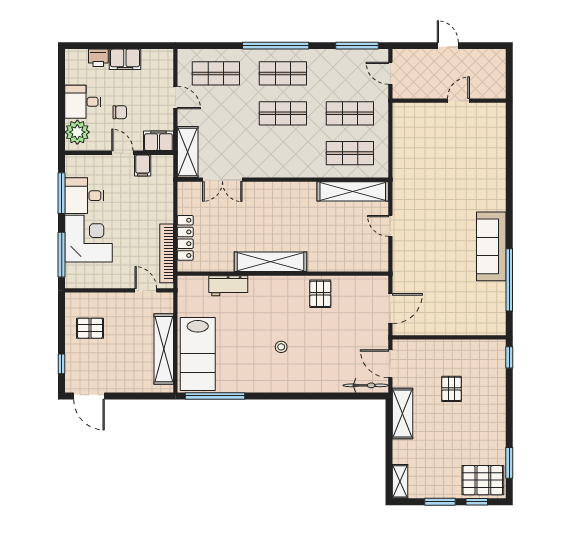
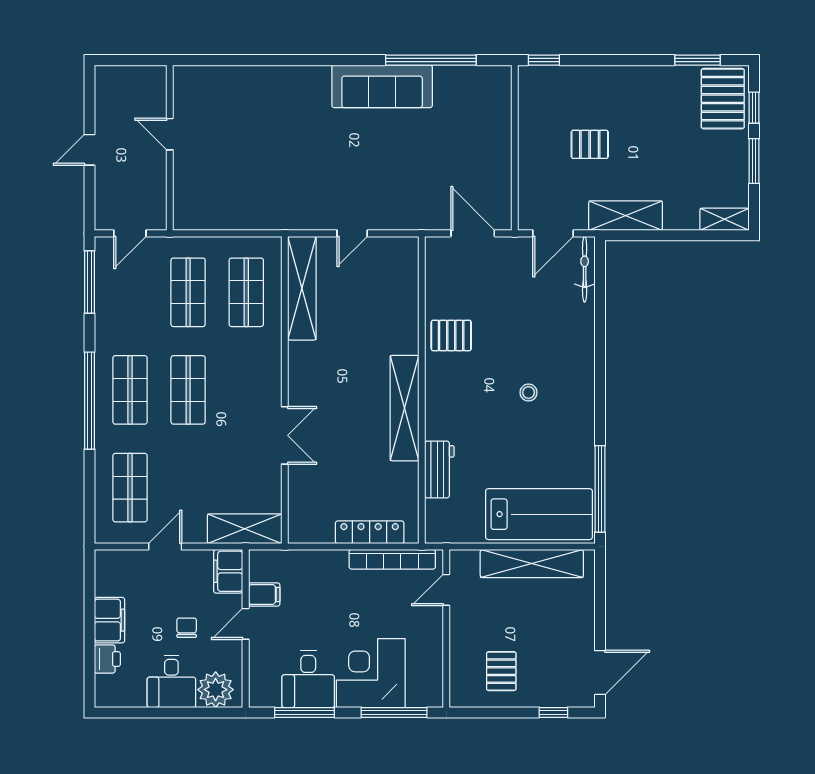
double door: (222, 180) -> (285, 435), moved

